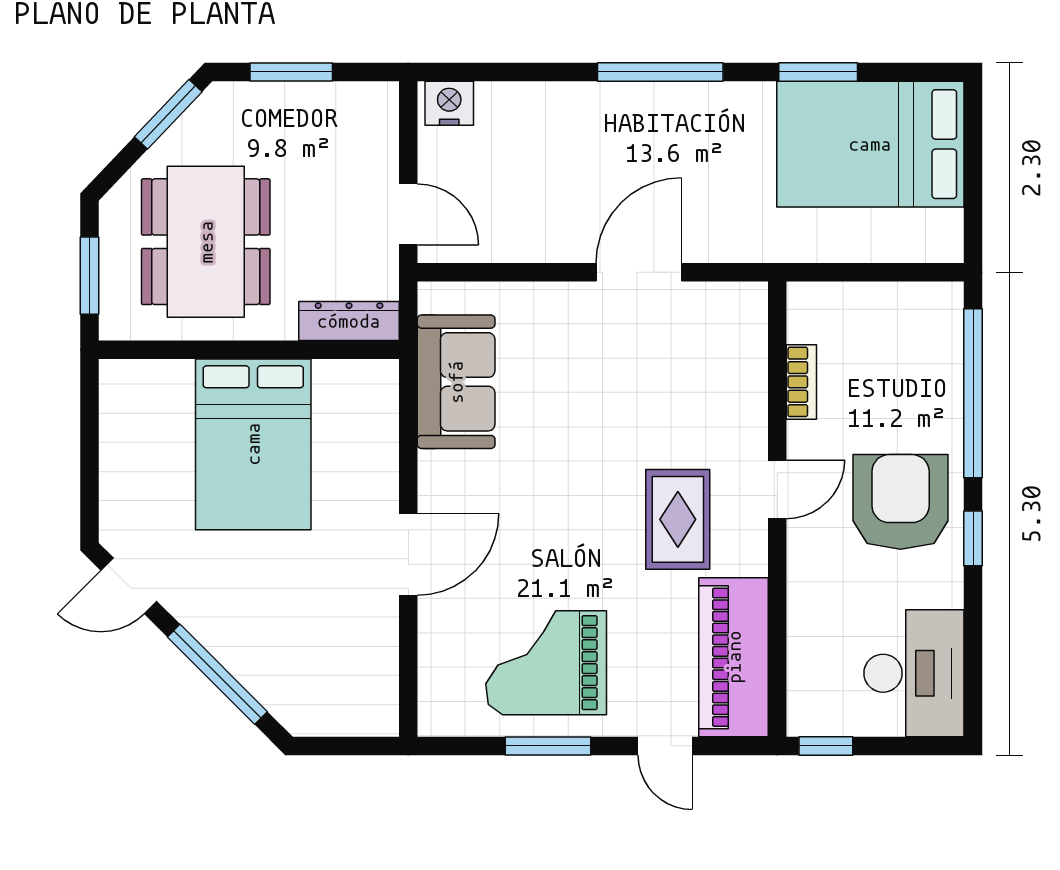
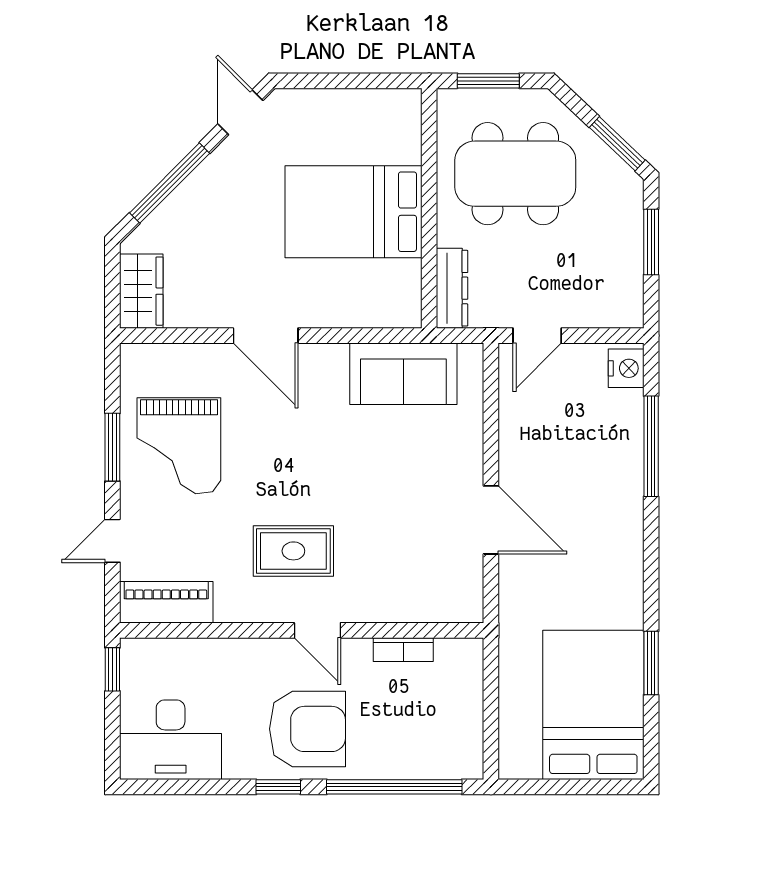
window: (660, 72) -> (651, 446), moved
piano: (734, 657) -> (166, 602), width x0.73, depth x0.75
grand piano: (546, 663) -> (179, 446), turned 180
wardrobe: (353, 710) -> (141, 291), added

